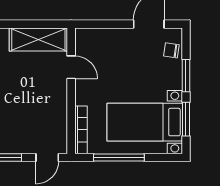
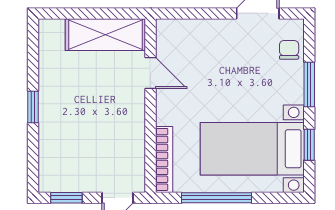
chair: (171, 50) -> (289, 50), turned 82
window: (186, 119) -> (309, 145), width x0.67

